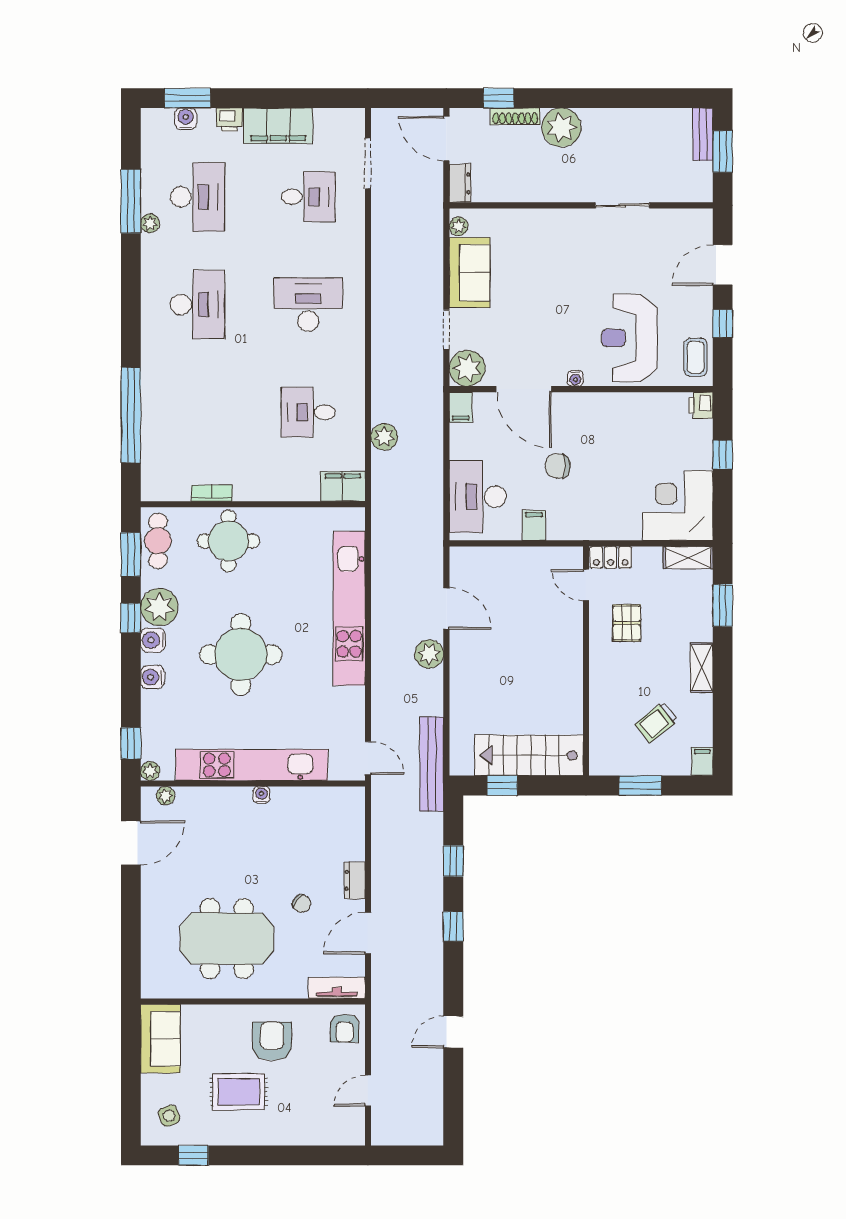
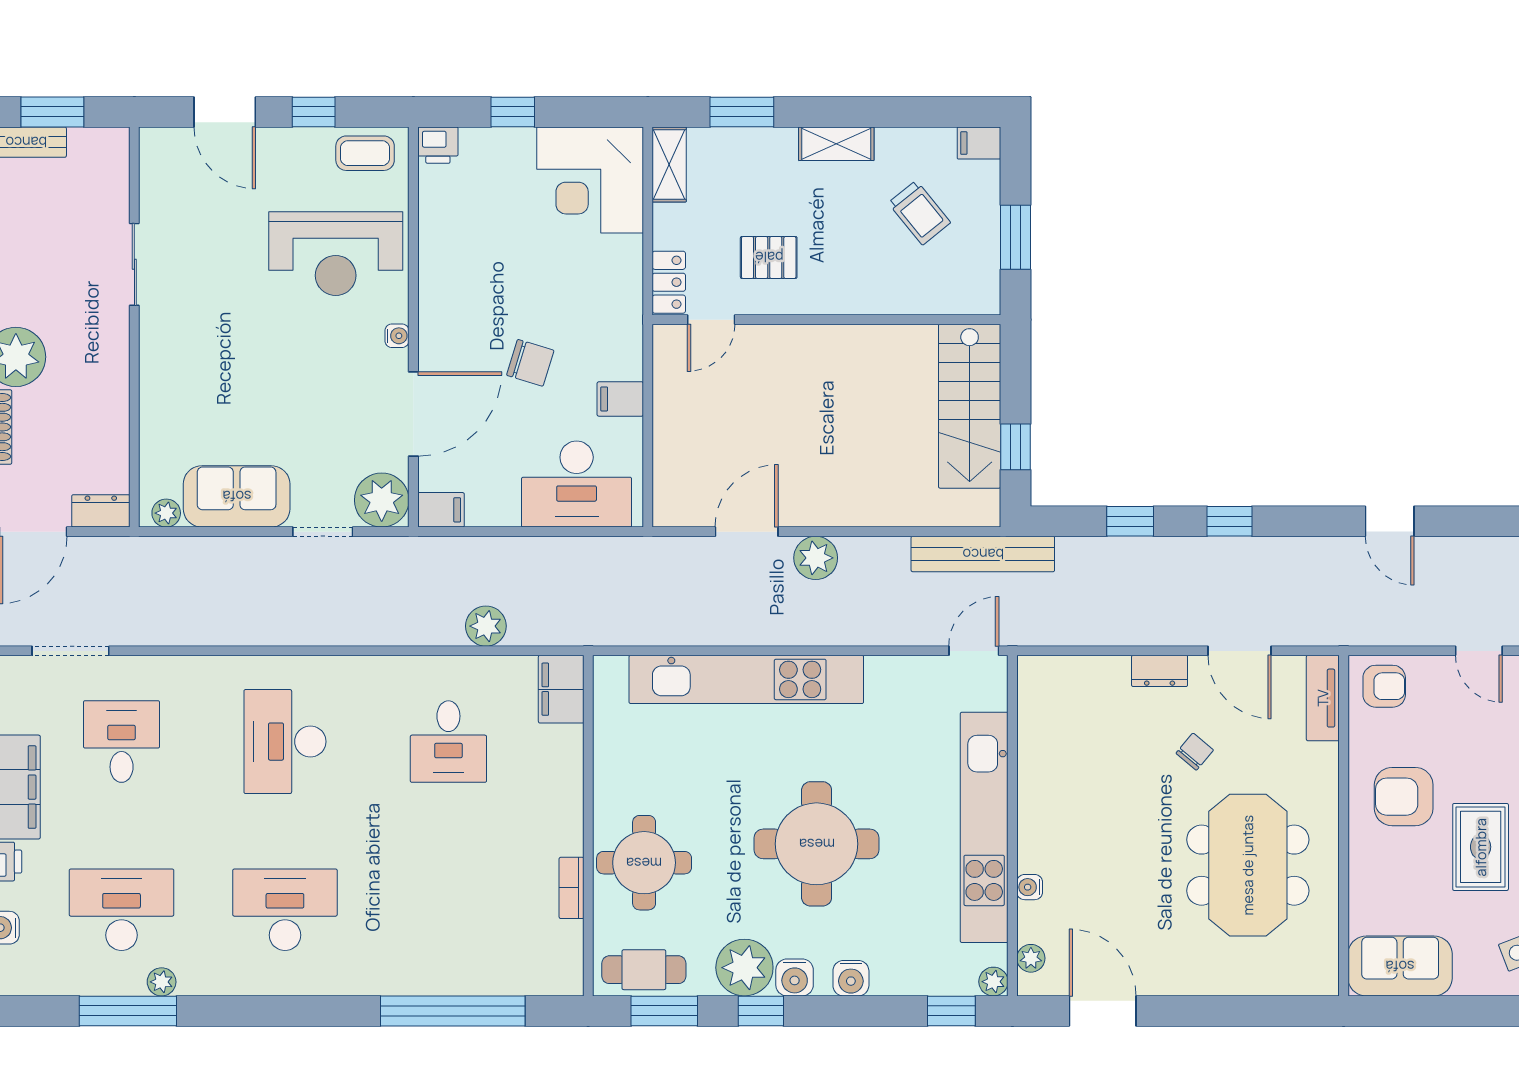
chair: (558, 466) -> (530, 363), turned -73
water cooler: (261, 795) -> (1030, 887), moved

